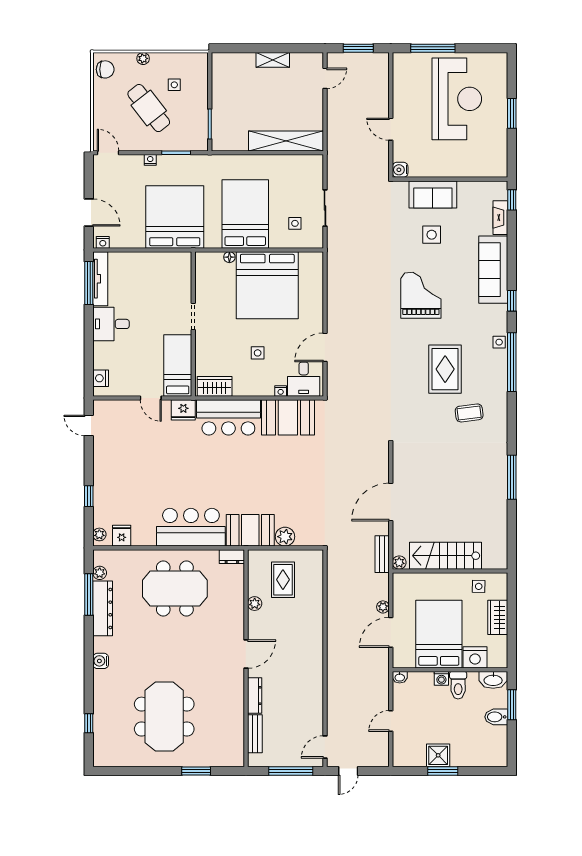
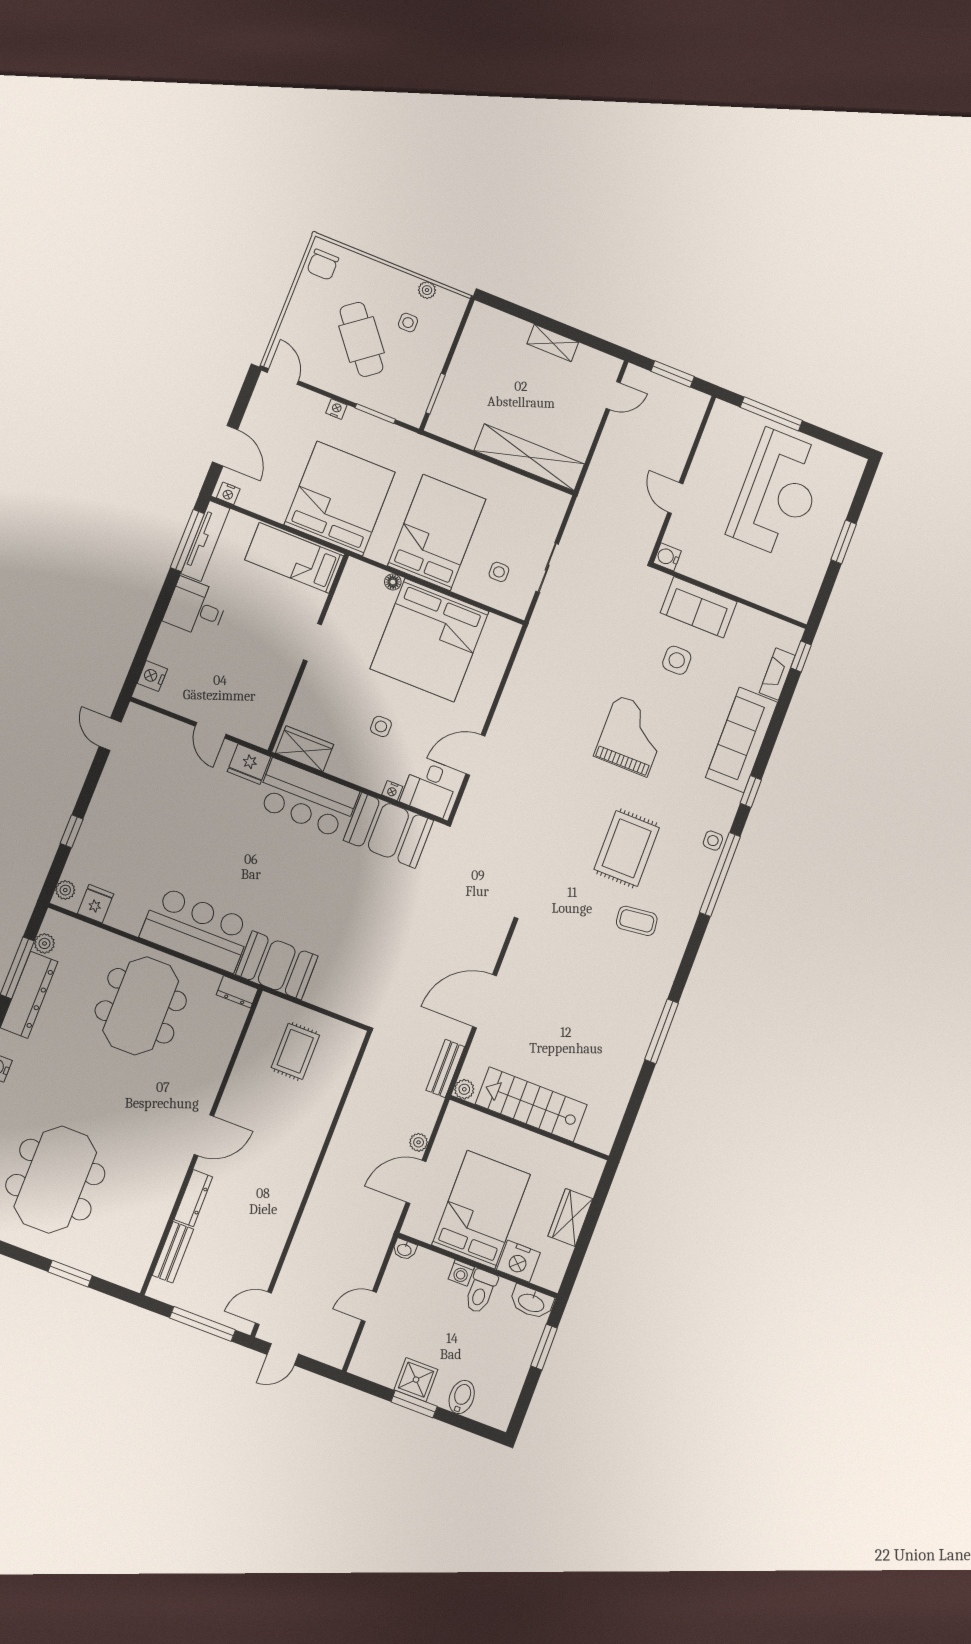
plant: (143, 58) -> (427, 290), moved
chair: (105, 69) -> (323, 265), turned 90
bed: (178, 365) -> (294, 558), moved, turned -90
plant: (285, 537) -> (321, 993), removed
side table: (479, 586) -> (560, 1164), removed
meeting table: (175, 589) -> (141, 1006), turned 90
plant: (255, 604) -> (243, 1069), removed
bidet: (496, 717) -> (462, 1397), moved, turned 90

